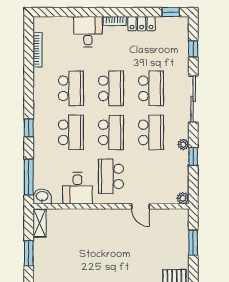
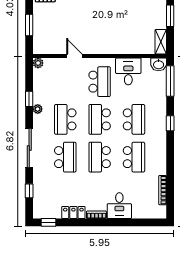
school desk: (71, 88) -> (134, 157), turned 180
school desk: (151, 88) -> (65, 157), turned 180
school desk: (71, 132) -> (134, 119), turned 180

